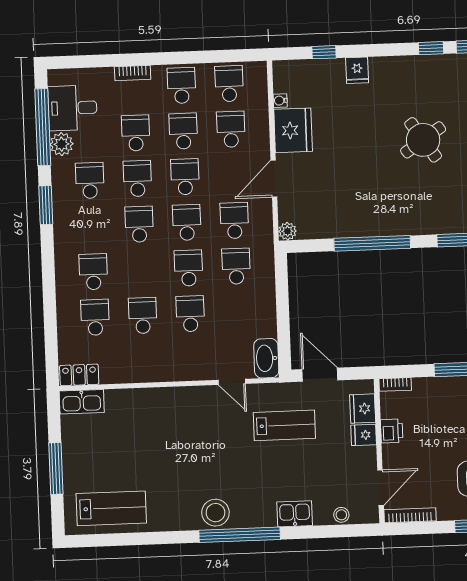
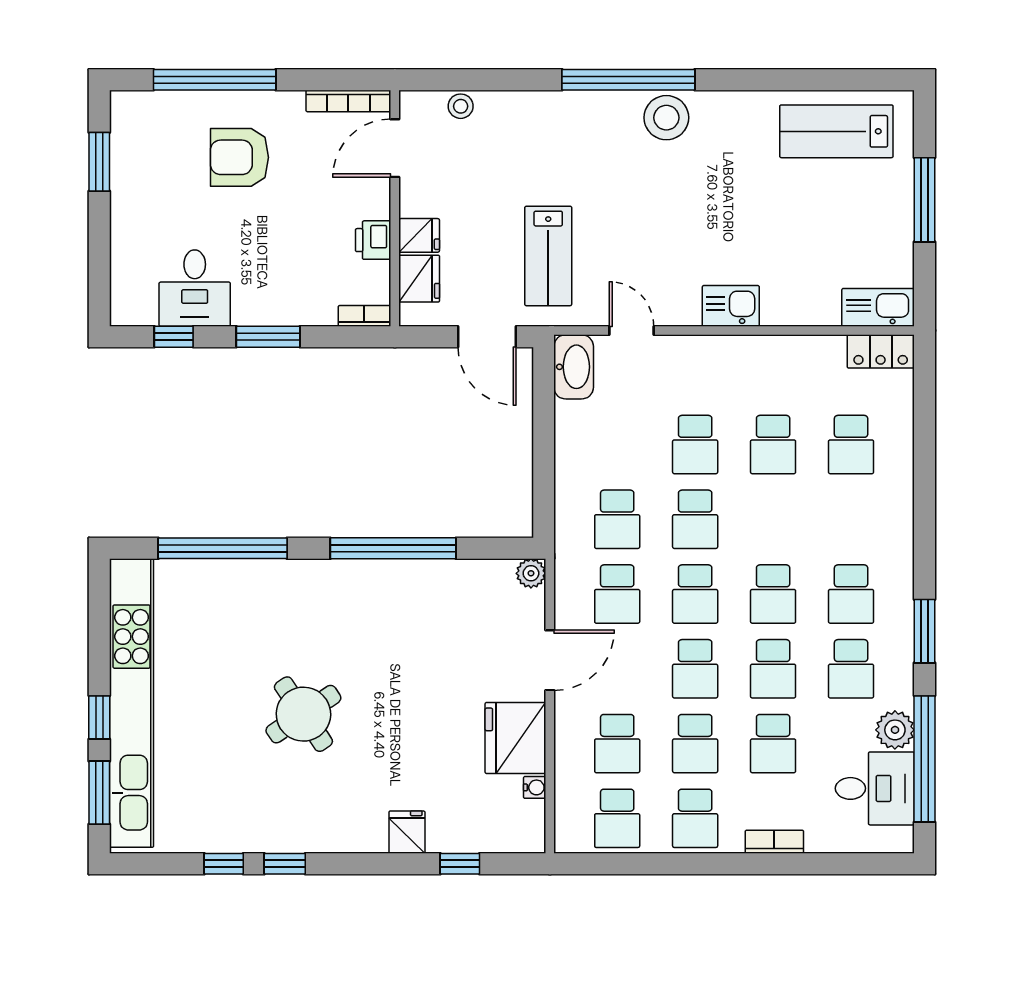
school desk: (93, 272) -> (851, 594), moved
lab bench: (284, 425) -> (548, 256), turned -90
kitchen sink: (295, 514) -> (731, 306), moved, turned 180

